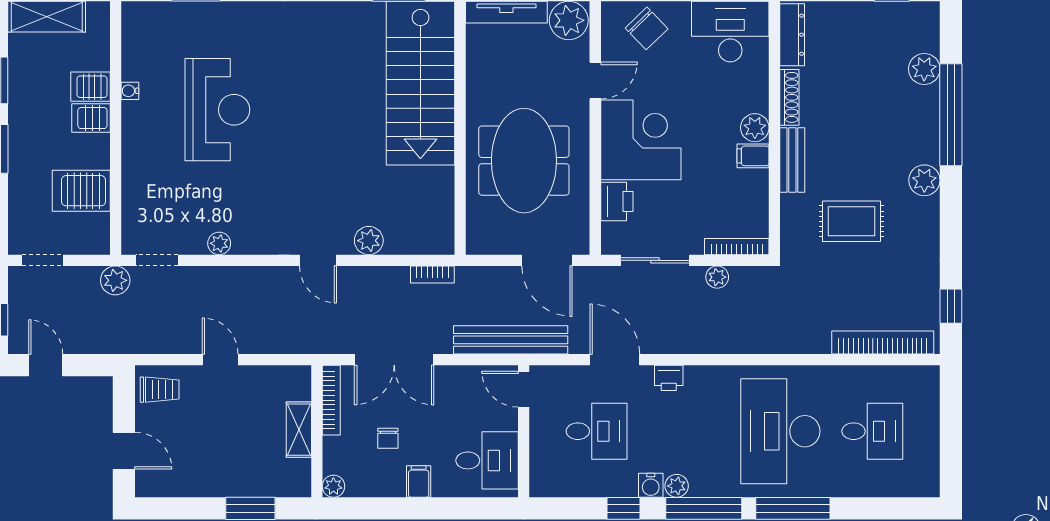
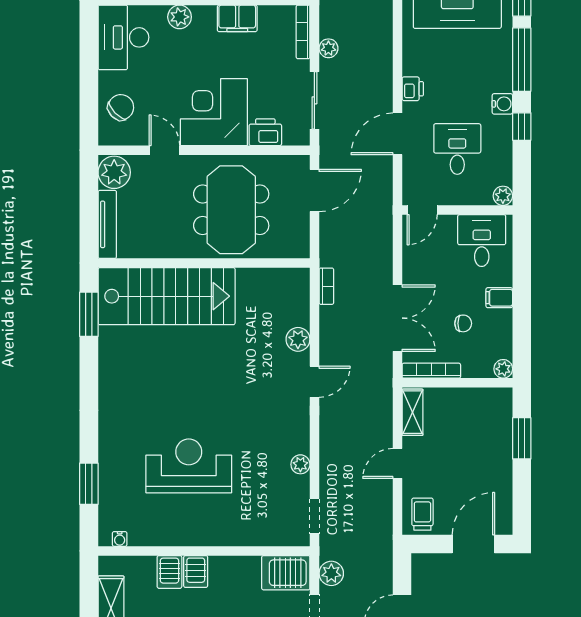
water cooler: (130, 91) -> (120, 539), moved
plant: (755, 128) -> (180, 17), moved
filing cabinet: (753, 156) -> (237, 18), width x2.00
meeting table: (524, 161) -> (231, 210), turned 90
server rack: (81, 191) -> (286, 573), moved, turned 90
plant: (115, 280) -> (331, 573), moved
bench: (511, 340) -> (381, 221), removed
shelving: (299, 430) -> (412, 412), moved, turned 90
door: (124, 451) -> (473, 544), width x1.38
plant: (677, 486) -> (503, 196), moved

